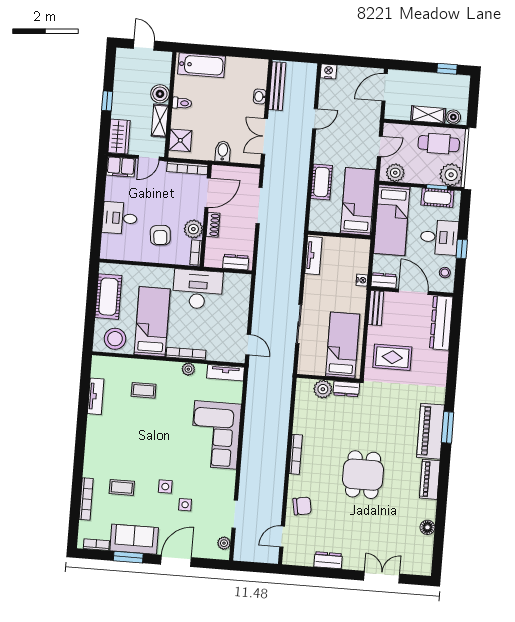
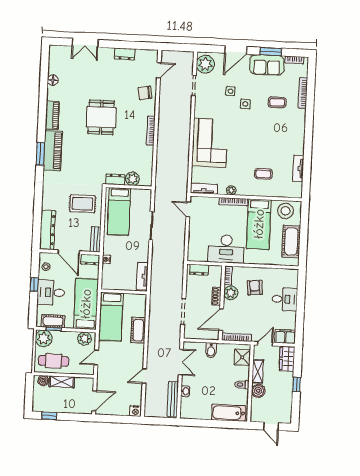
plant: (224, 543) -> (205, 64), width x1.88, depth x1.88

